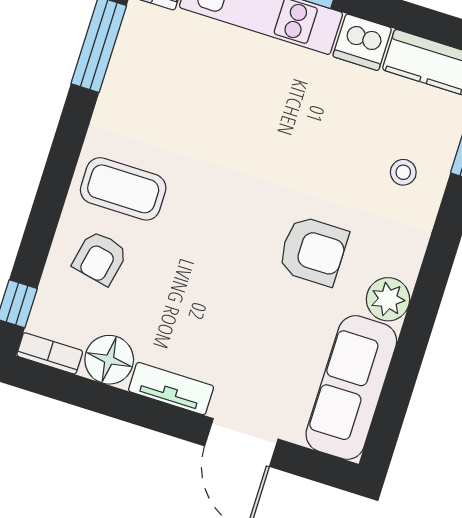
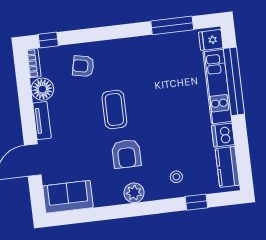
coffee table: (123, 189) -> (114, 110), moved
plant: (388, 299) -> (134, 193), moved
sofa: (351, 388) -> (68, 197), width x0.73

